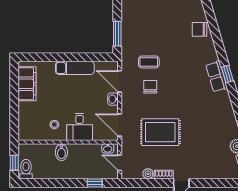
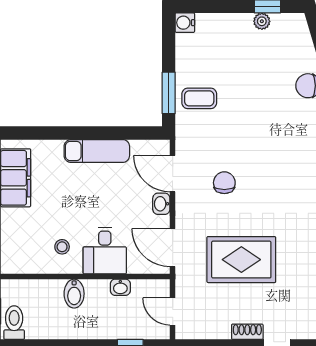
coffee table: (149, 62) -> (199, 98), moved
washbasin: (108, 148) -> (120, 287), moved
plant: (148, 174) -> (221, 330), removed

